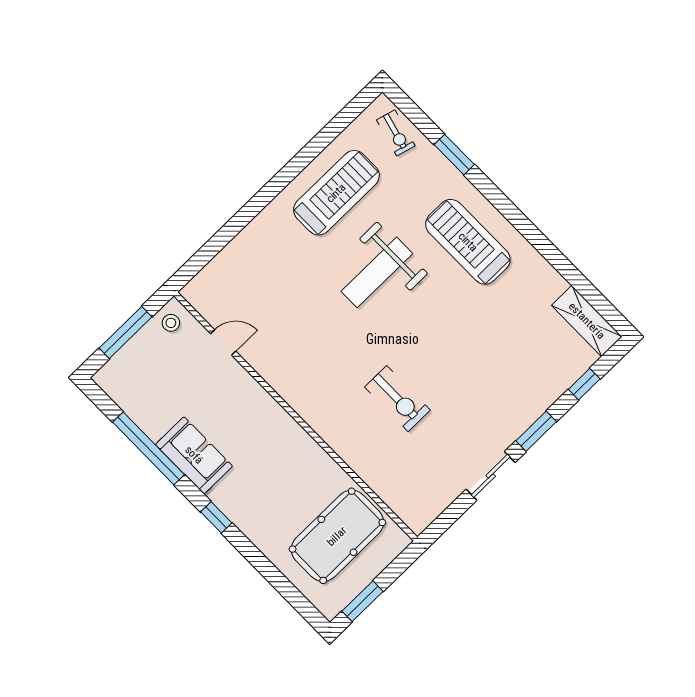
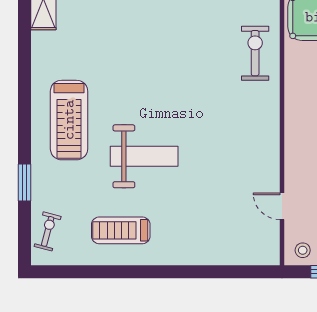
treadmill: (336, 193) -> (121, 230), width x0.73, depth x0.73
exercise bike: (397, 399) -> (255, 53), moved

